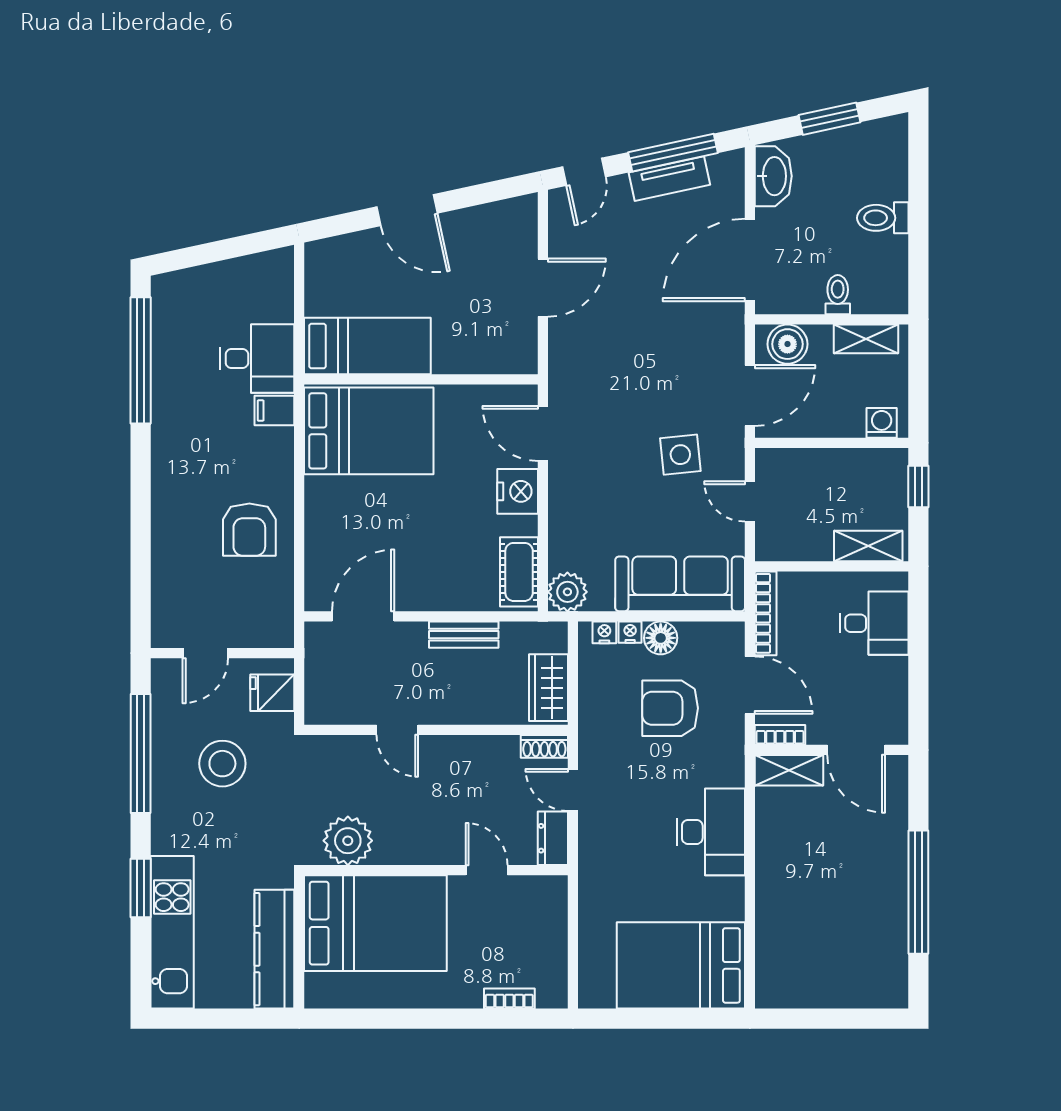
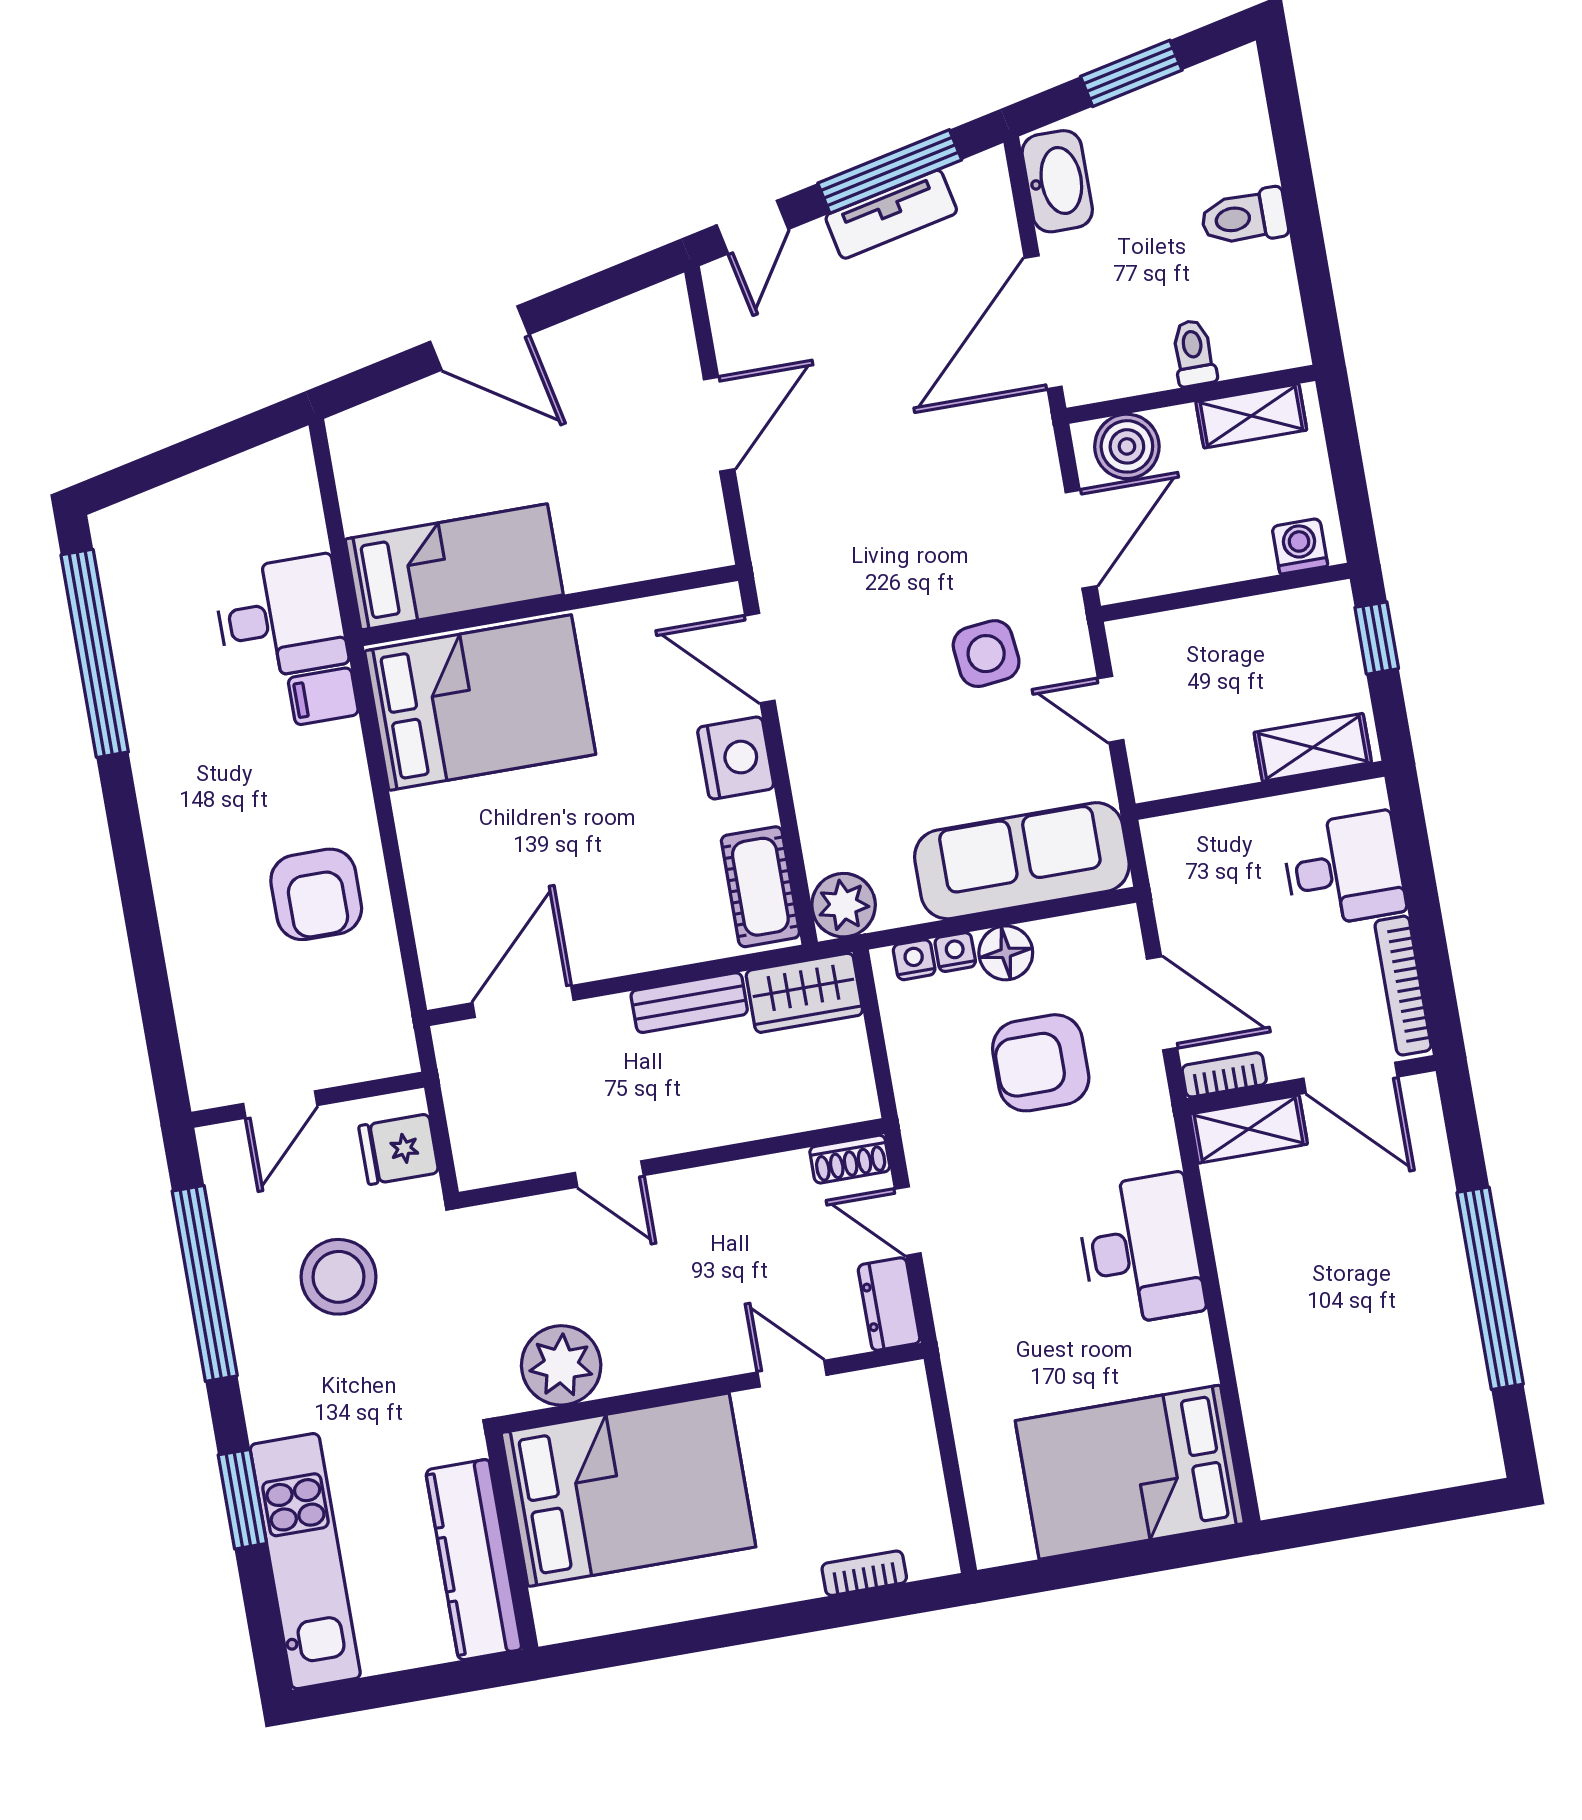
bookcase: (766, 613) -> (1403, 986), moved, turned 180
wardrobe: (549, 688) -> (804, 993), moved, turned -90

